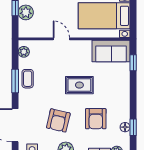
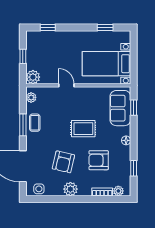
plant: (26, 12) -> (33, 77), moved
sofa: (111, 51) -> (120, 108), moved, turned 90
armchair: (96, 119) -> (99, 160), turned 90
floor lamp: (125, 127) -> (126, 140), moved

